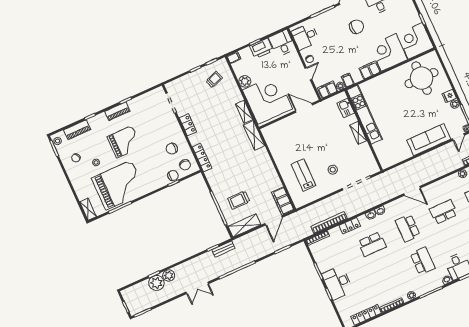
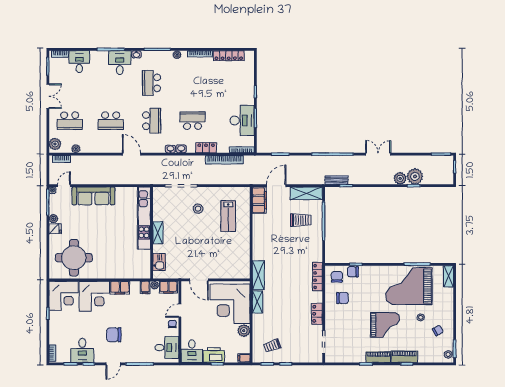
kitchen unit: (365, 114) -> (144, 218), moved
piano: (77, 130) -> (404, 357), moved
grand piano: (124, 142) -> (385, 325), turned 180
desk: (338, 283) -> (242, 120), moved

